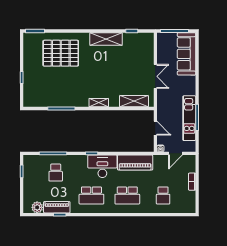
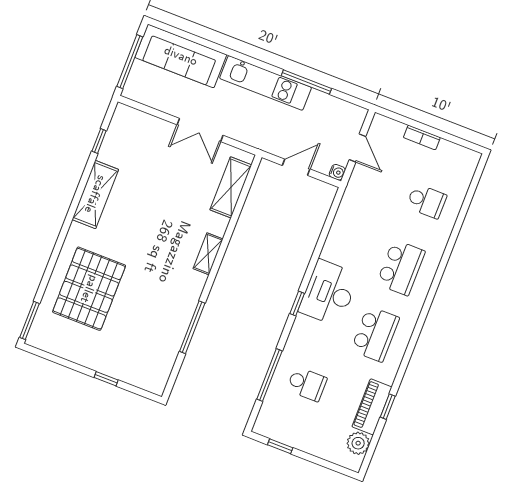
double door: (155, 76) -> (200, 130), swing flipped
kitchen unit: (189, 118) -> (265, 83), moved
piano: (135, 163) -> (345, 229), removed

